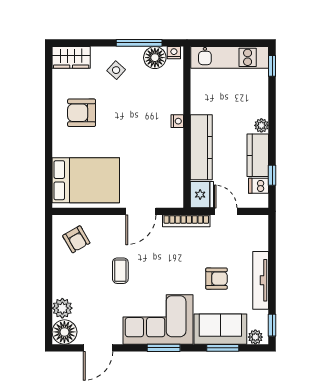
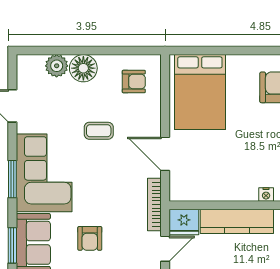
armchair: (76, 239) -> (134, 82), turned -150
floor lamp: (64, 332) -> (83, 68), moved

